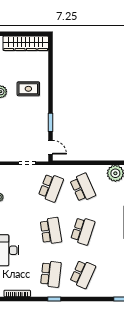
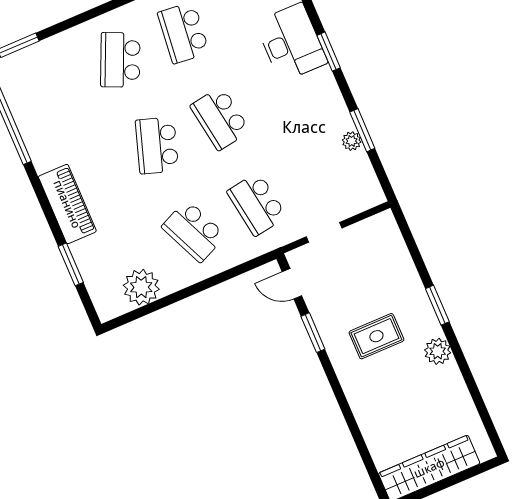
rug: (28, 89) -> (376, 336), moved
school desk: (51, 188) -> (257, 204), turned -30

